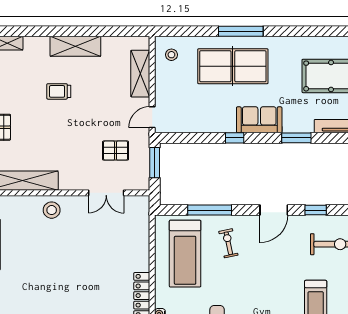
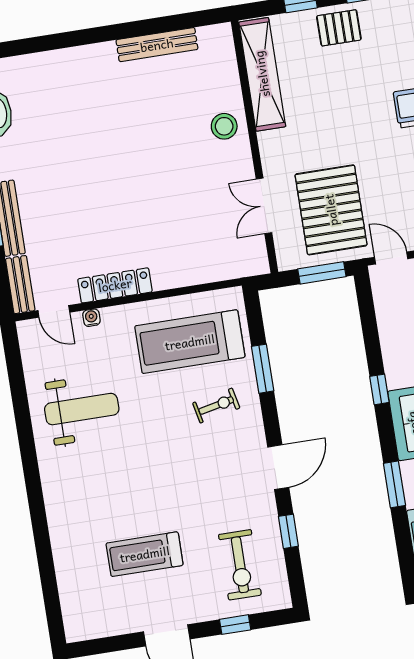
pallet: (116, 151) -> (331, 210), width x2.05, depth x2.00
window: (210, 210) -> (263, 369), width x0.69
door: (274, 210) -> (278, 467), swing flipped

